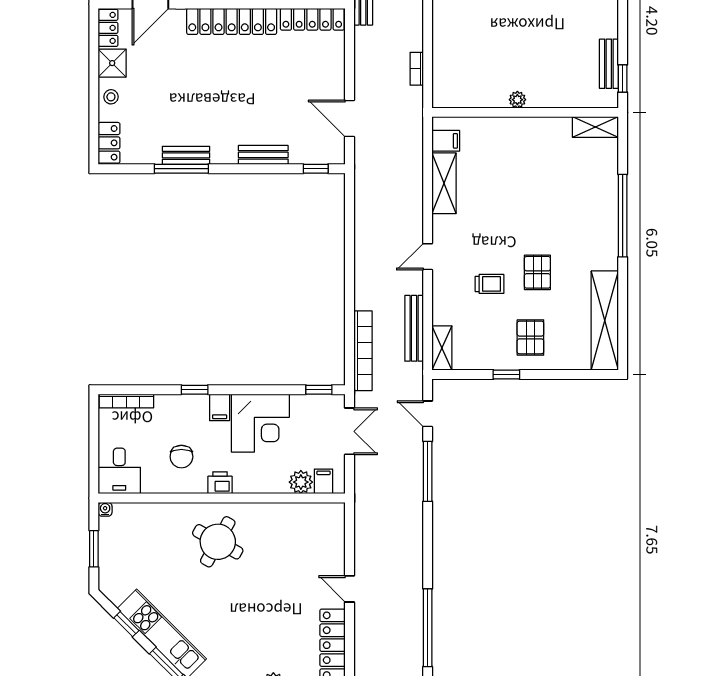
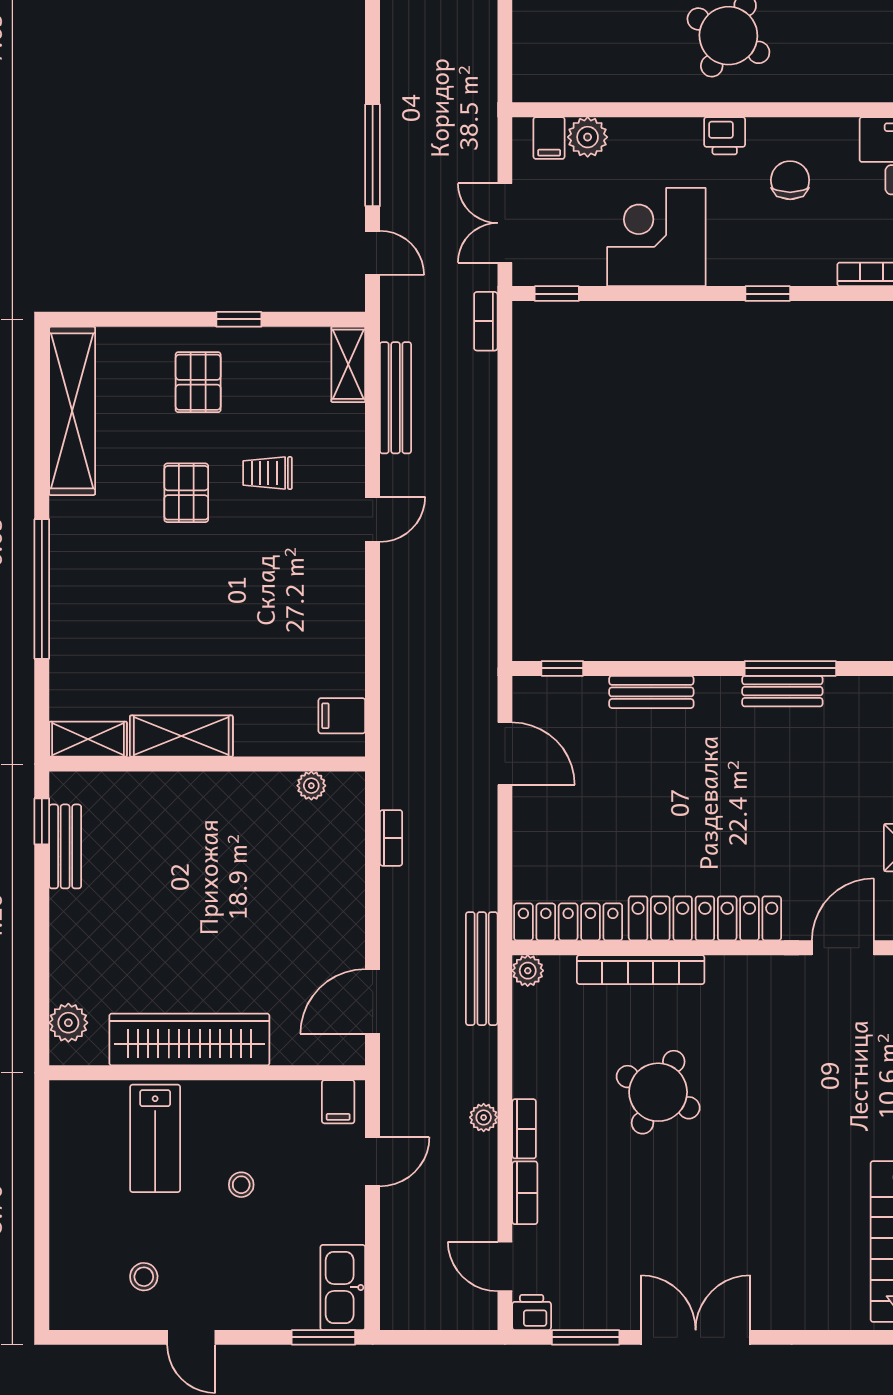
plant: (517, 100) -> (311, 786), moved
shelving: (444, 183) -> (181, 736), moved, turned 90
bookcase: (363, 351) -> (486, 321), width x0.43, depth x0.76
filing cabinet: (220, 407) -> (725, 264), removed

